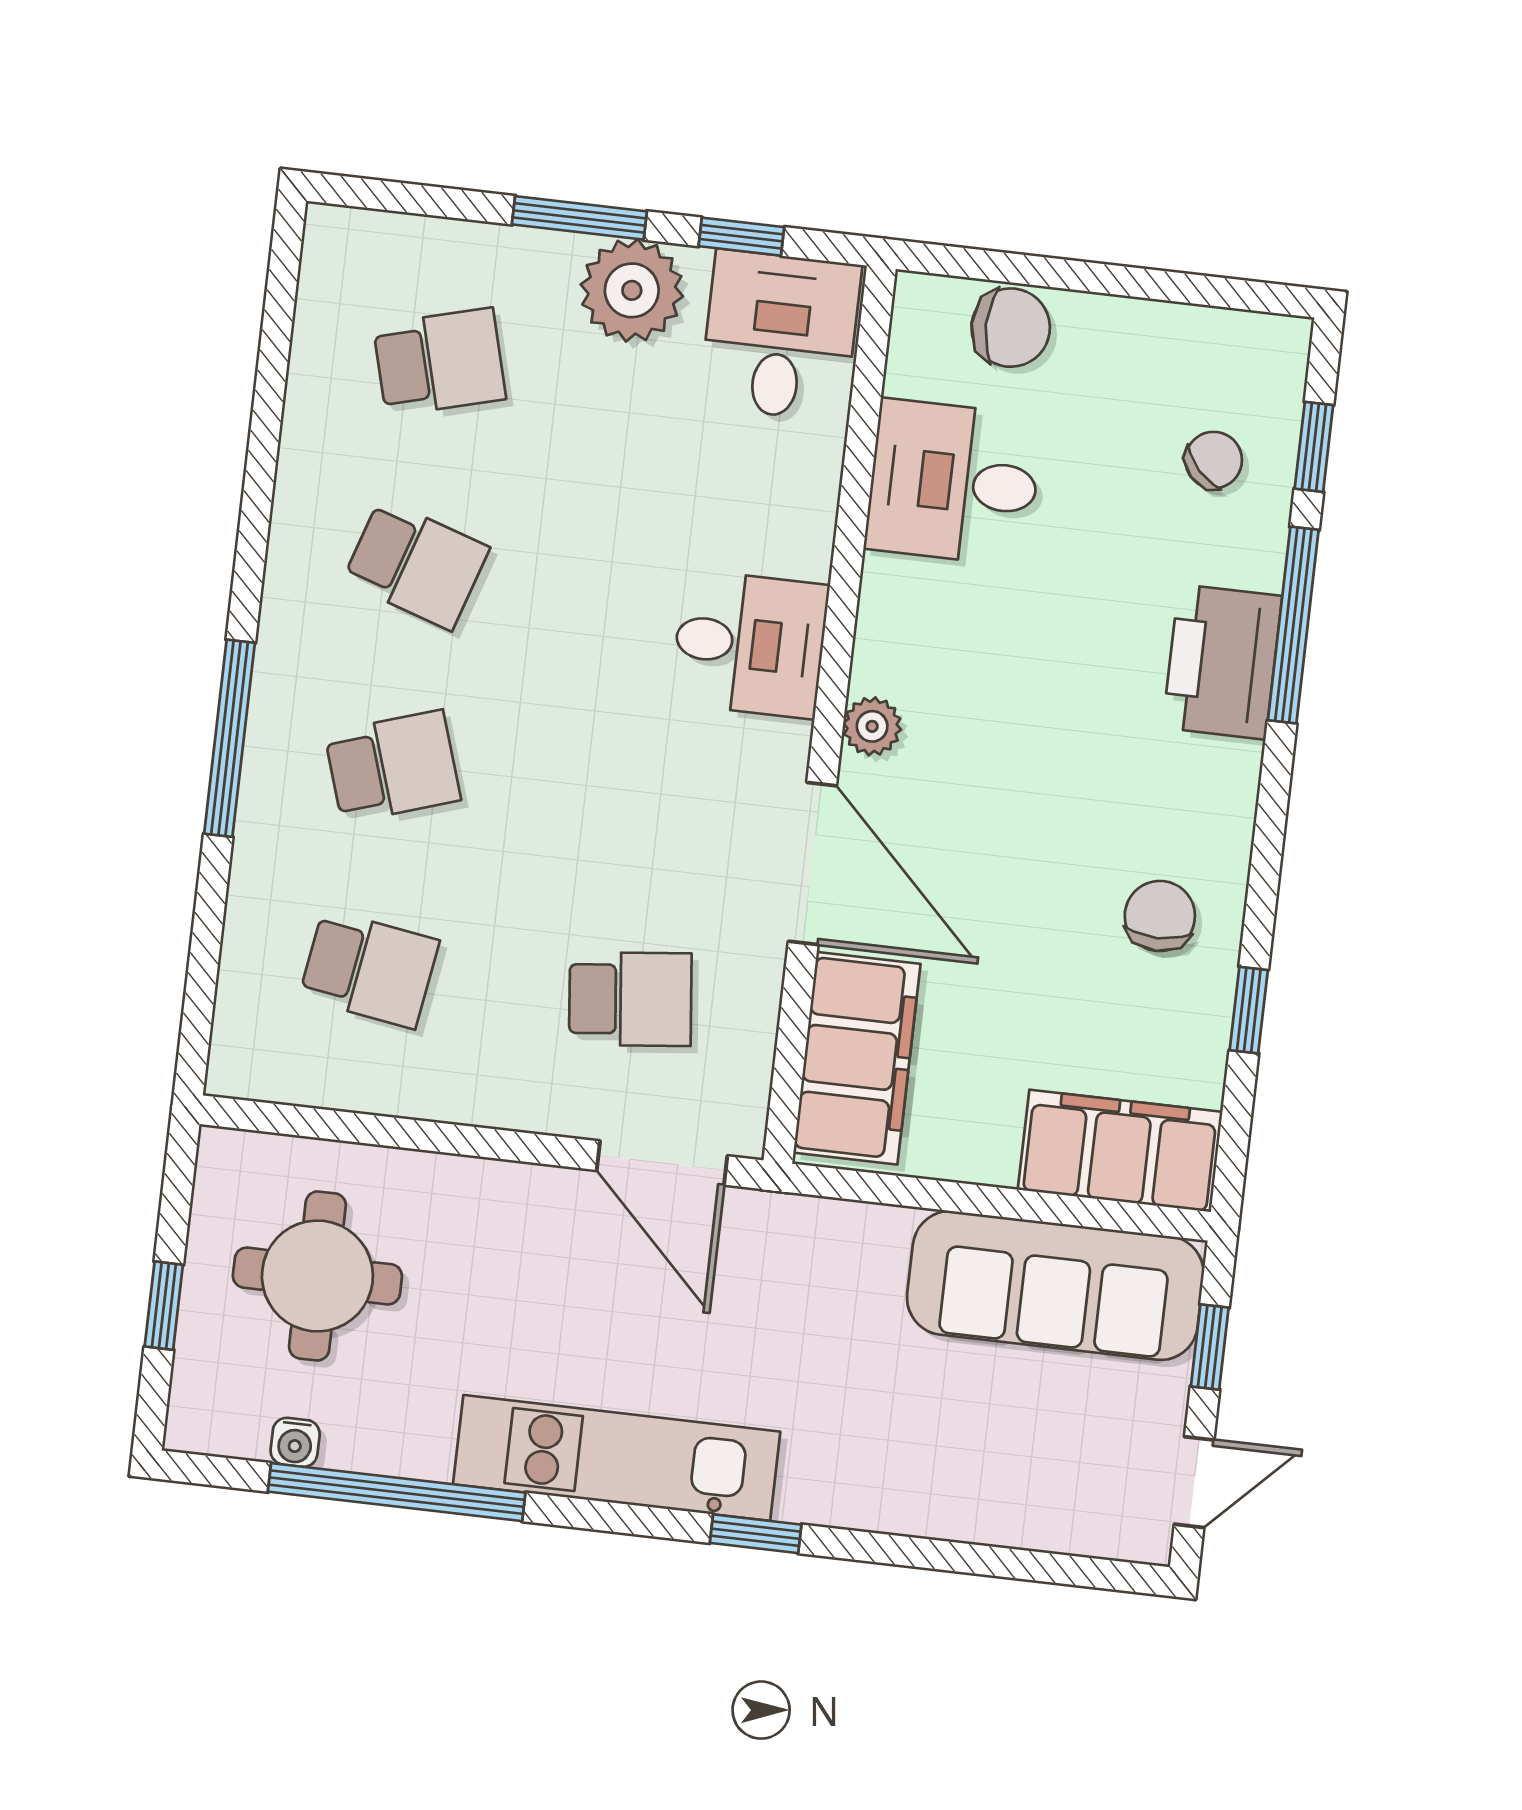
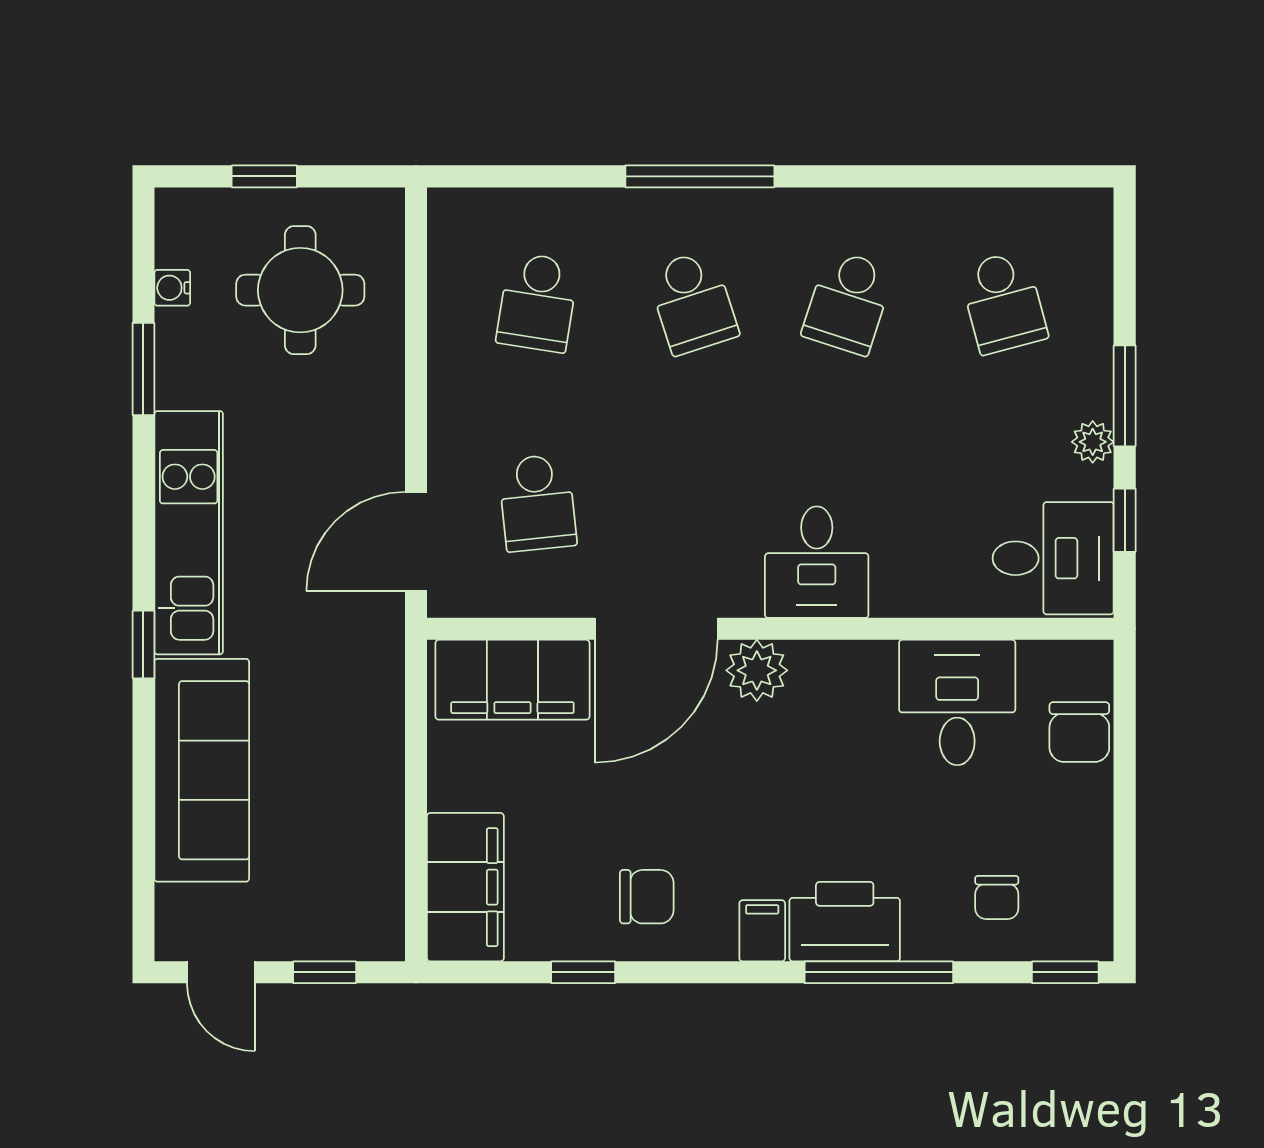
plant: (632, 290) -> (1093, 442), width x0.53, depth x0.53
window: (1314, 447) -> (1065, 972), moved
chair: (1214, 460) -> (997, 897), turned 43
plant: (872, 726) -> (757, 670), width x1.38, depth x1.38
filing cabinet: (1222, 771) -> (762, 931), added
sofa: (1055, 1285) -> (202, 770), moved, turned 180
window: (397, 1492) -> (143, 369), width x0.47

